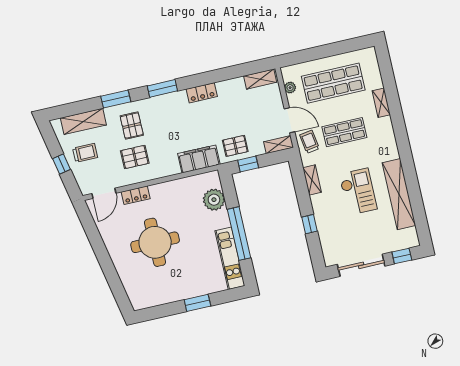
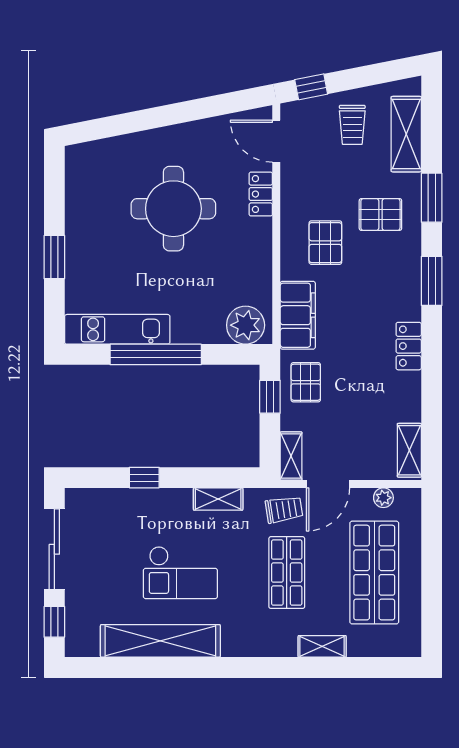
pallet: (135, 157) -> (325, 243), moved
window: (62, 164) -> (311, 87), moved
plant: (214, 200) -> (246, 325), moved

